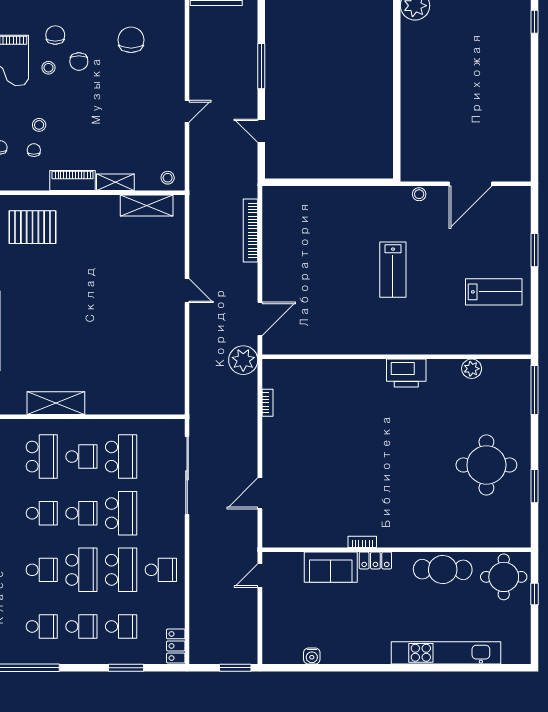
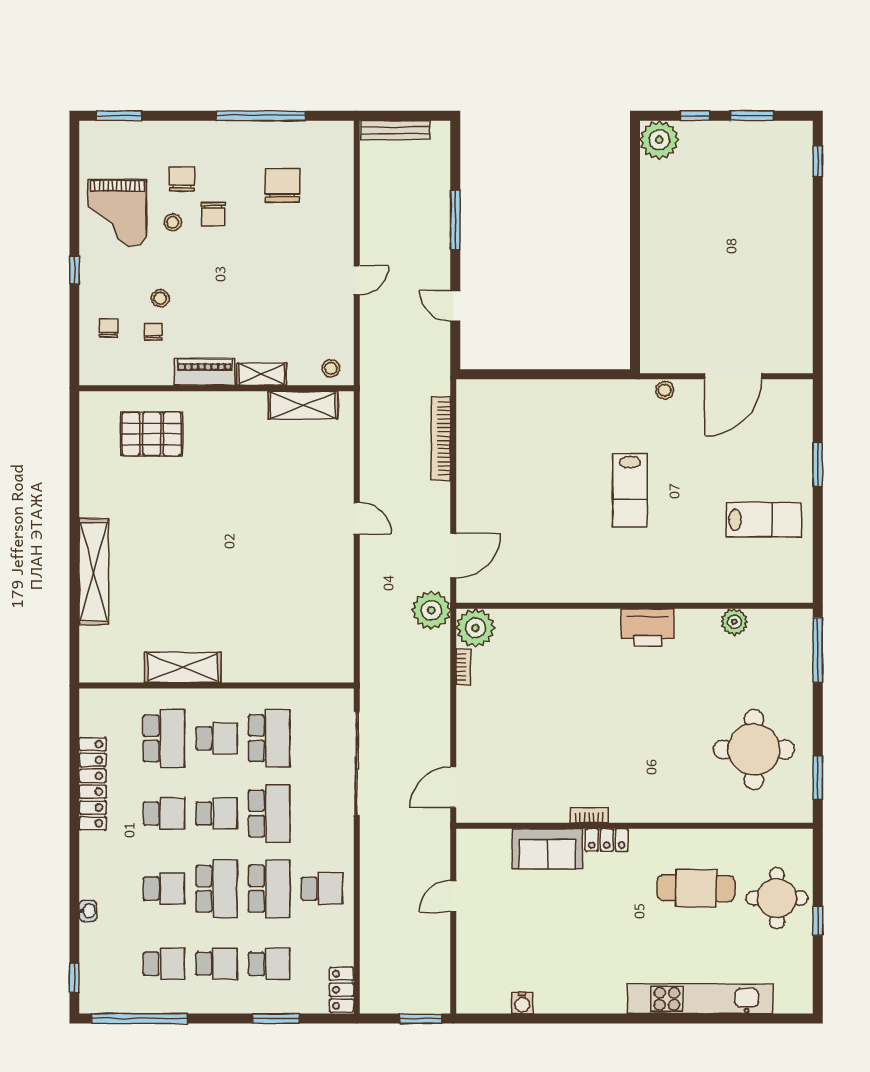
plant: (276, 373) -> (475, 628), added
bookcase: (362, 542) -> (589, 815), moved
wall: (396, 550) -> (635, 826), moved
locker: (375, 560) -> (607, 840), moved
sofa: (331, 567) -> (547, 849), moved

